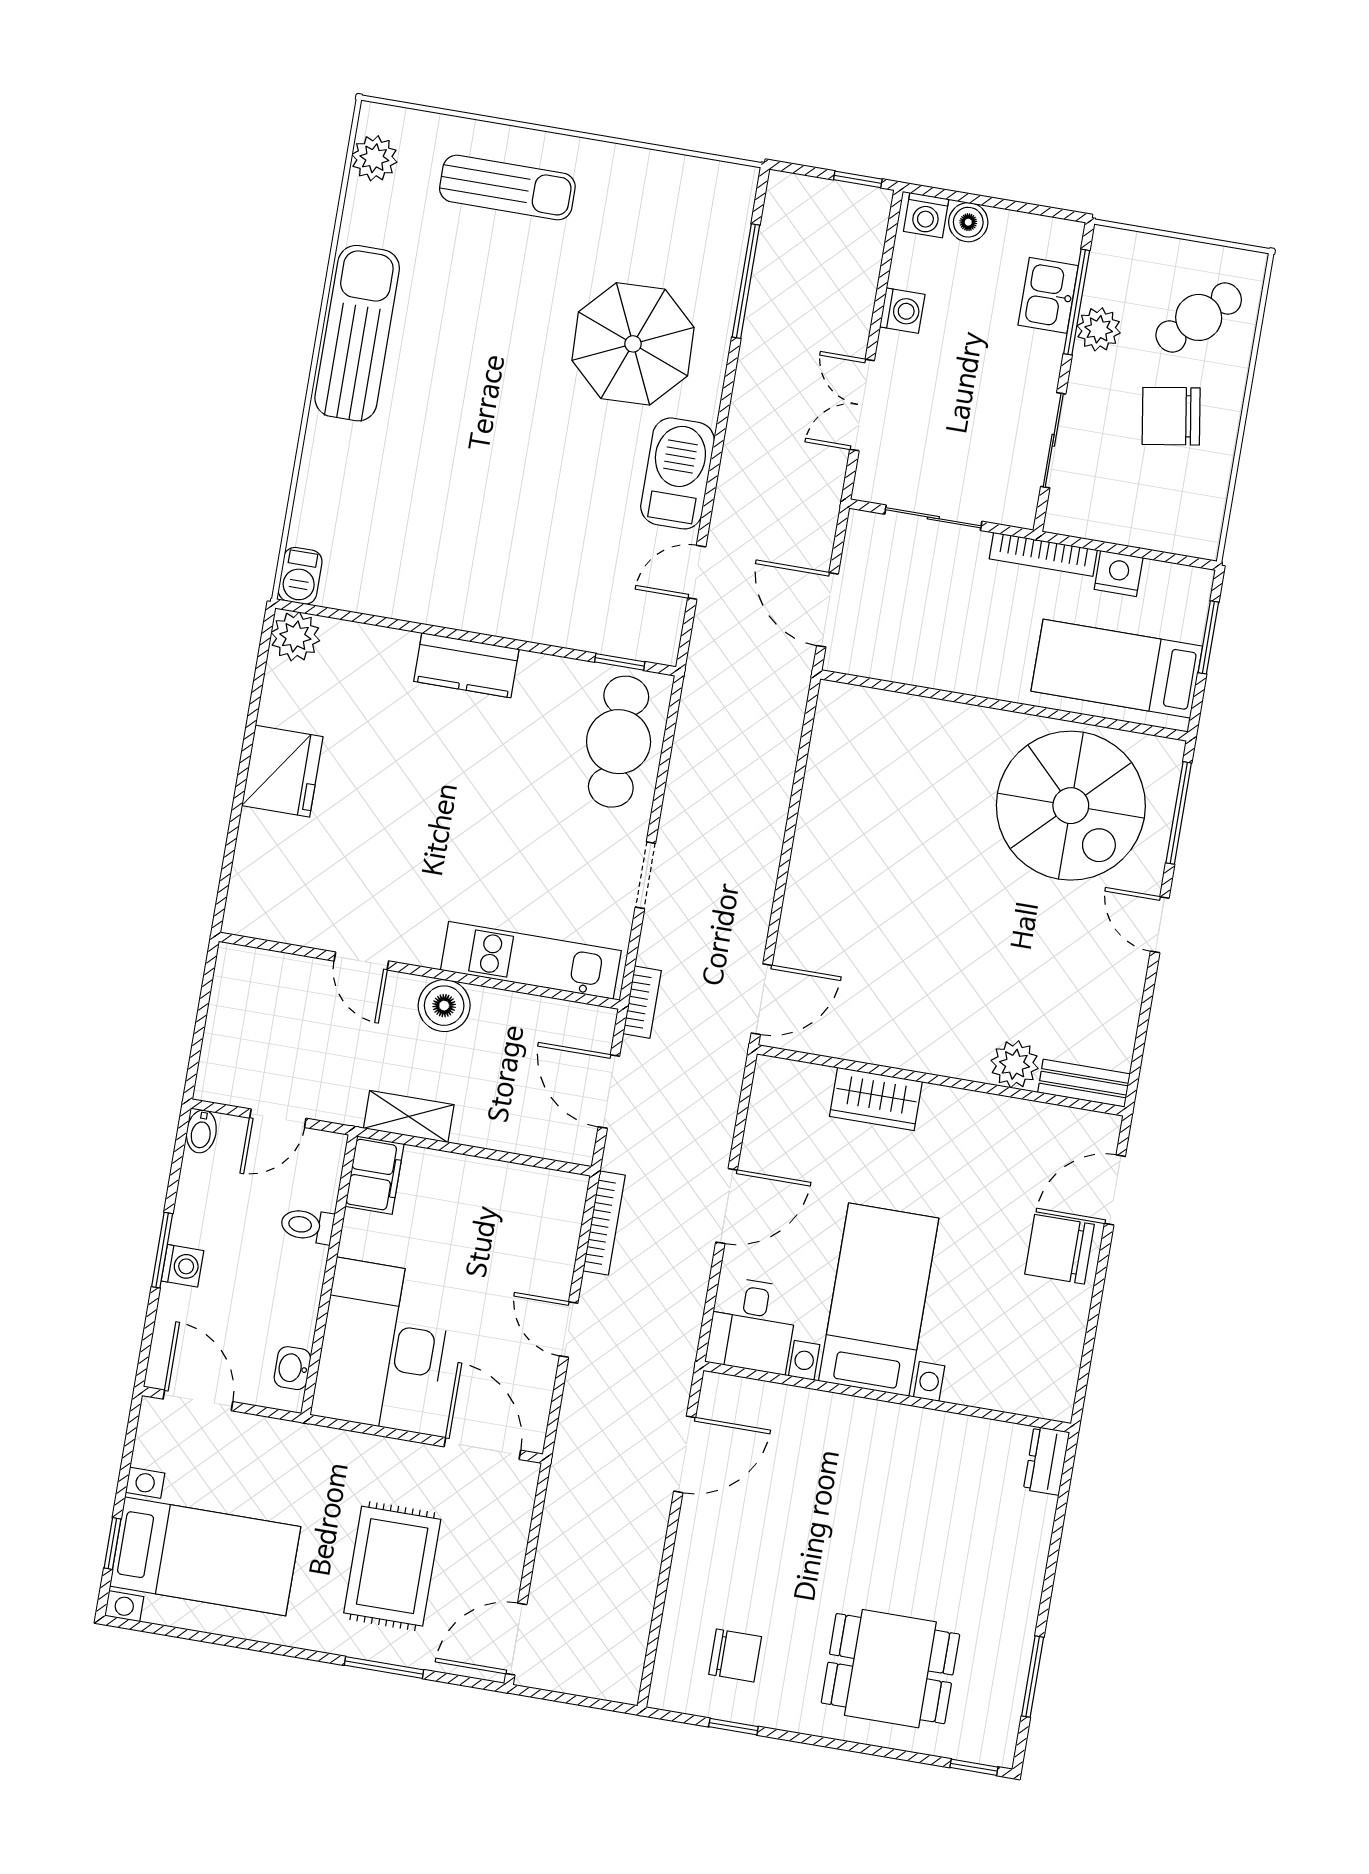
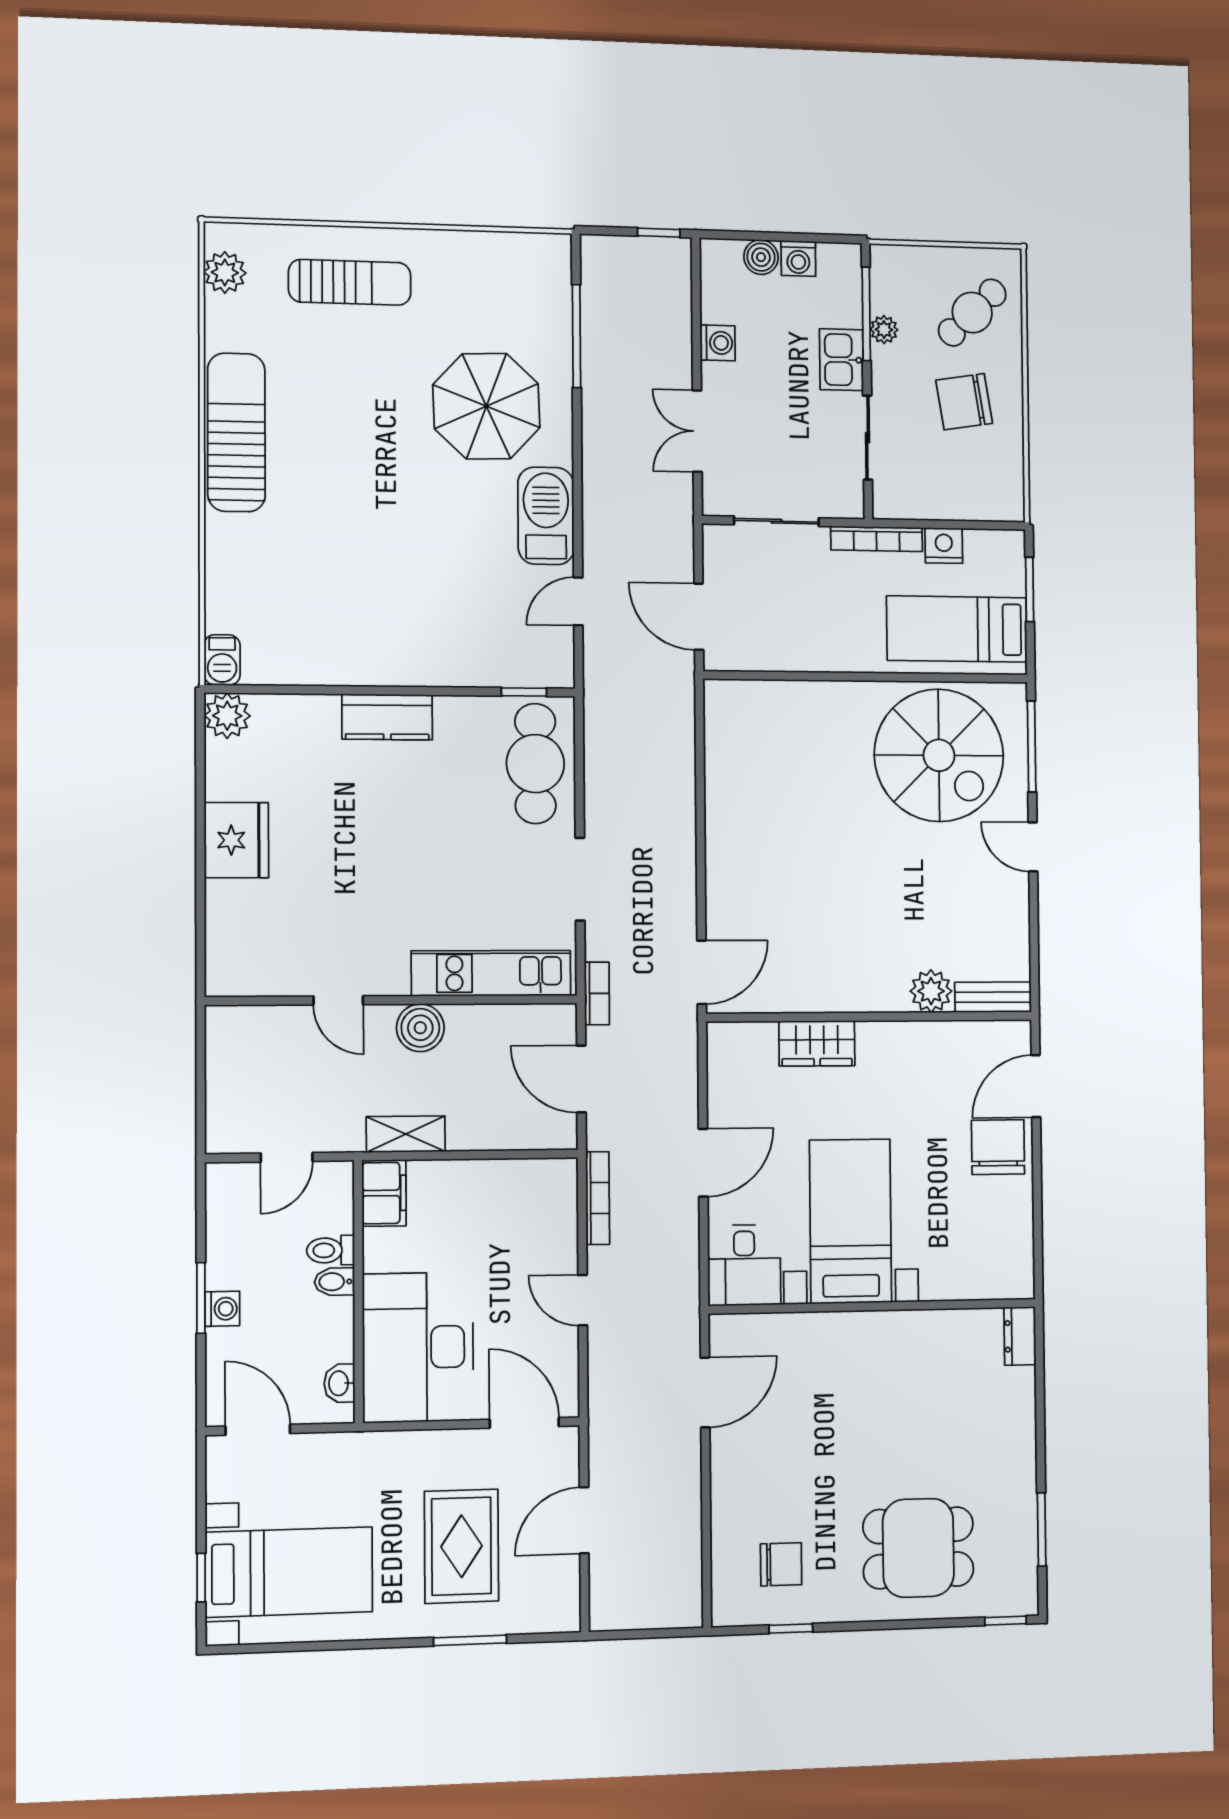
washing machine: (926, 215) -> (798, 258), moved
kitchen sink: (1048, 295) -> (841, 360), moved
plant: (1099, 329) -> (884, 330), width x0.73, depth x0.73
doorway: (645, 875) -> (580, 879), width x1.38
bidet: (201, 1131) -> (334, 1282), moved, turned 90
chair: (1059, 1249) -> (998, 1147), turned 90
door: (516, 1639) -> (584, 1520), moved

